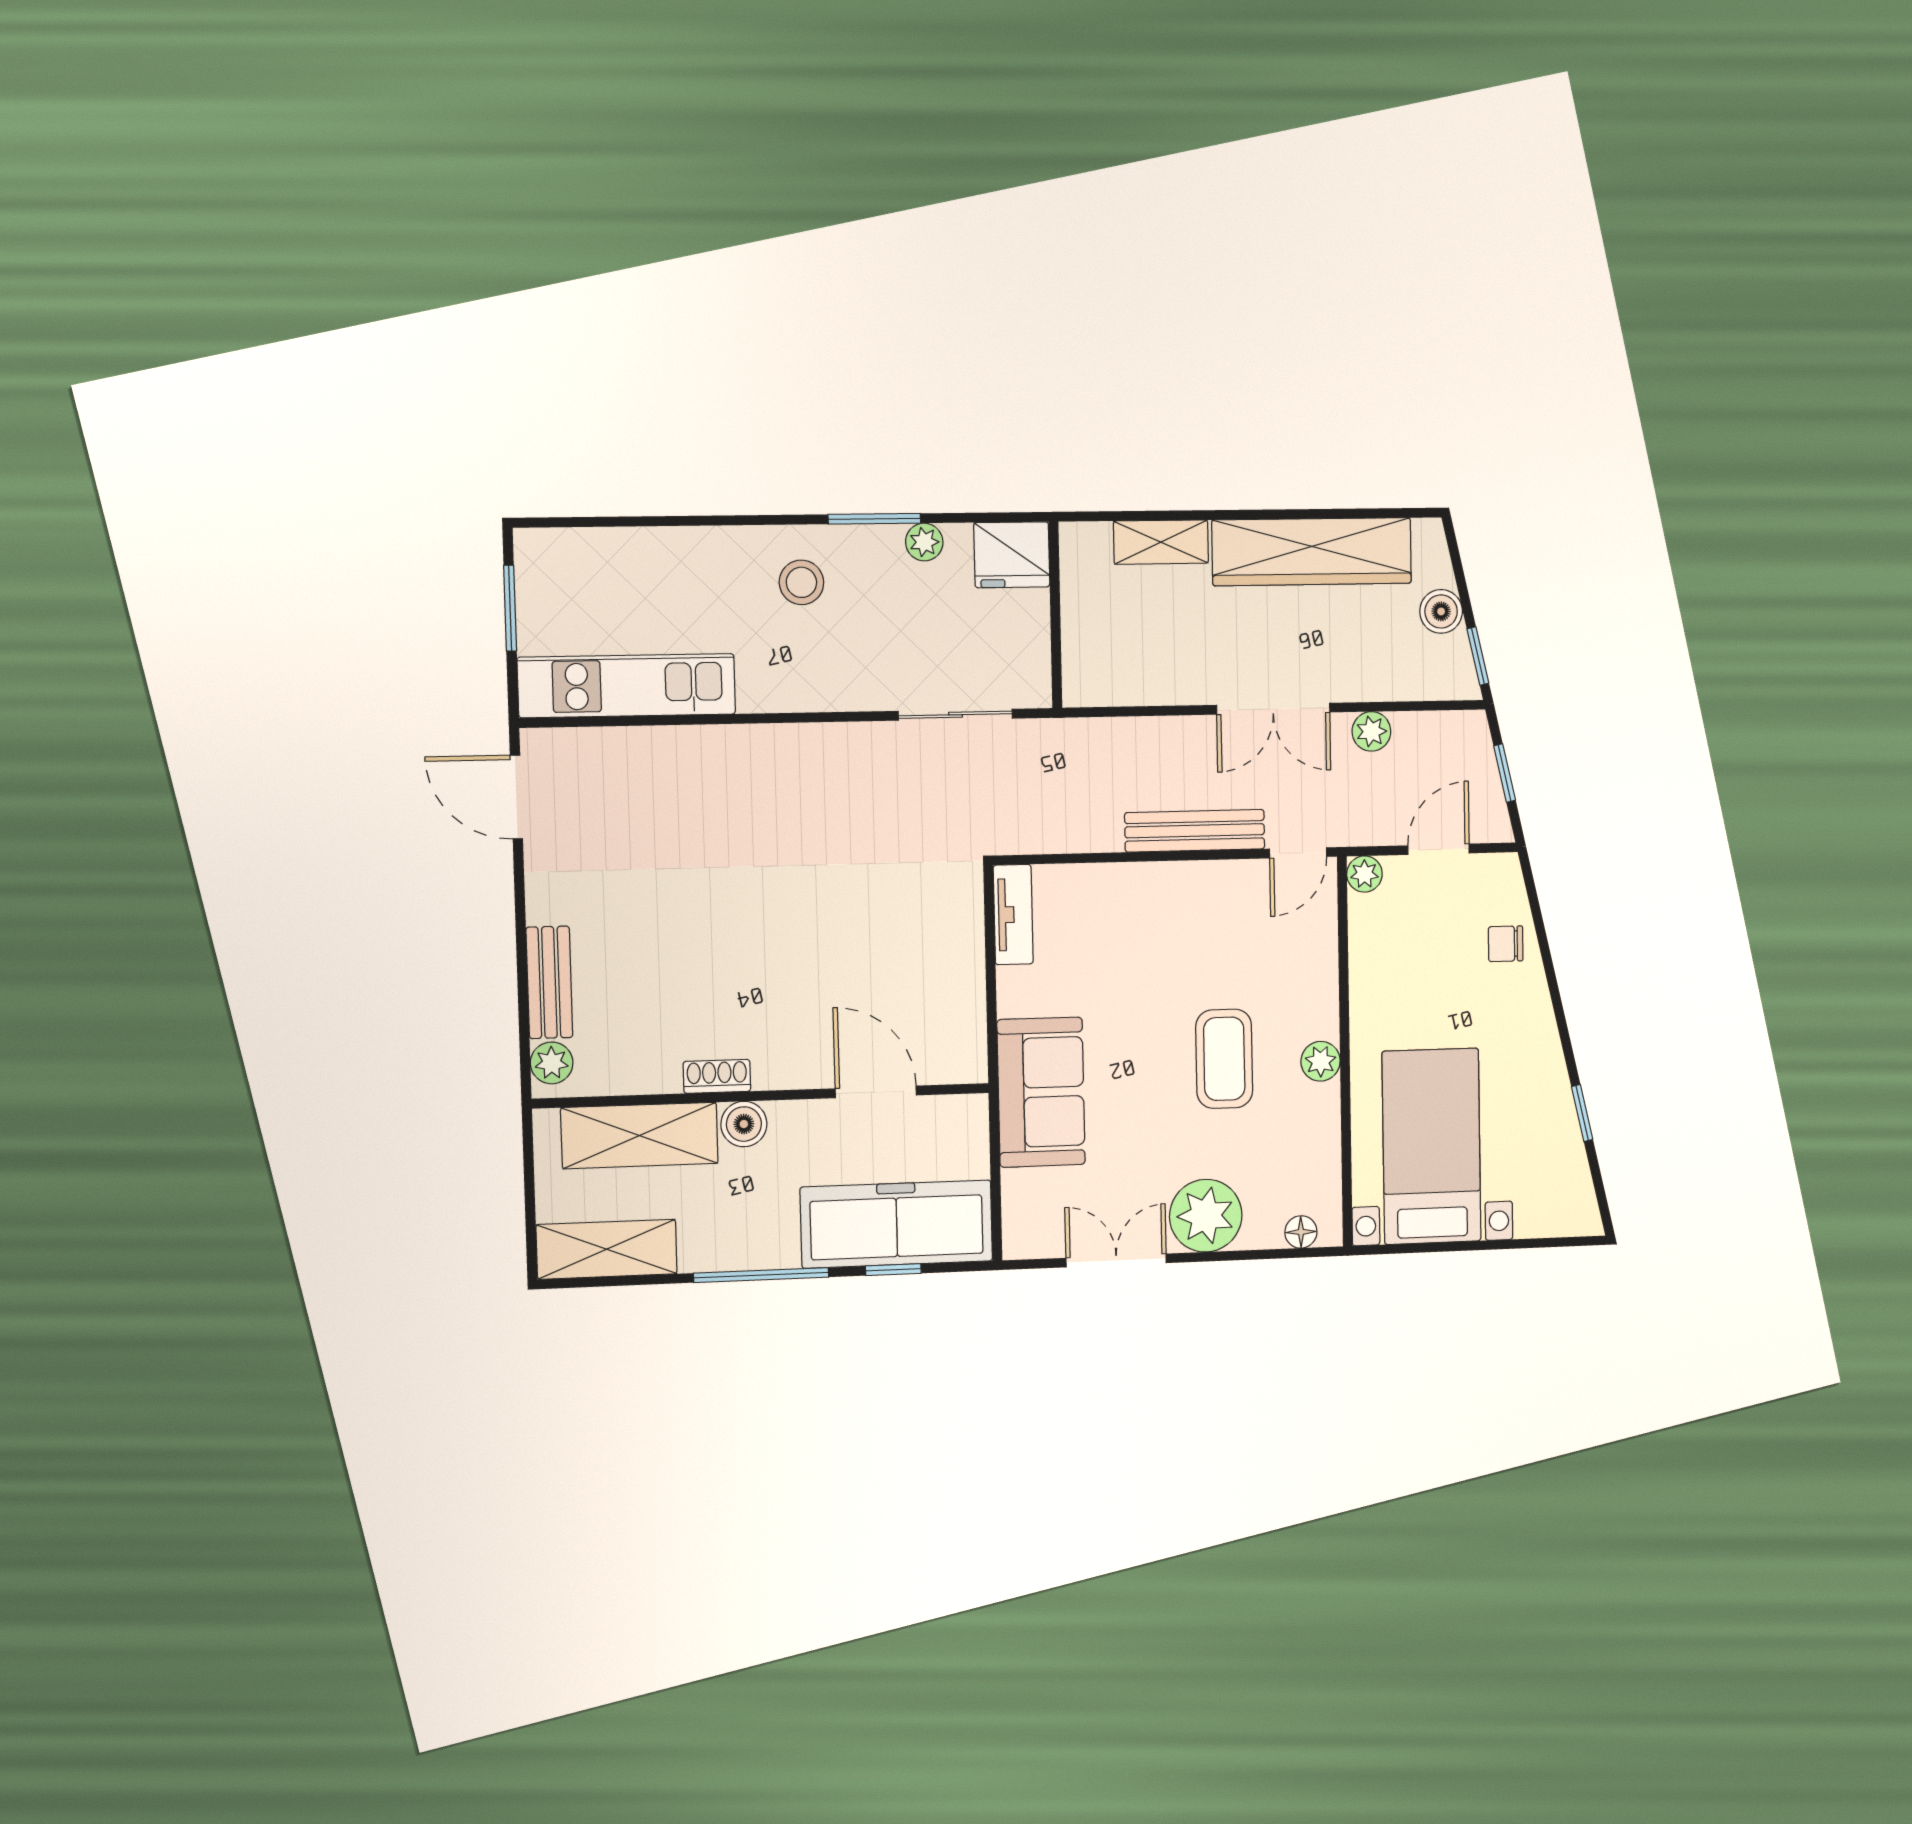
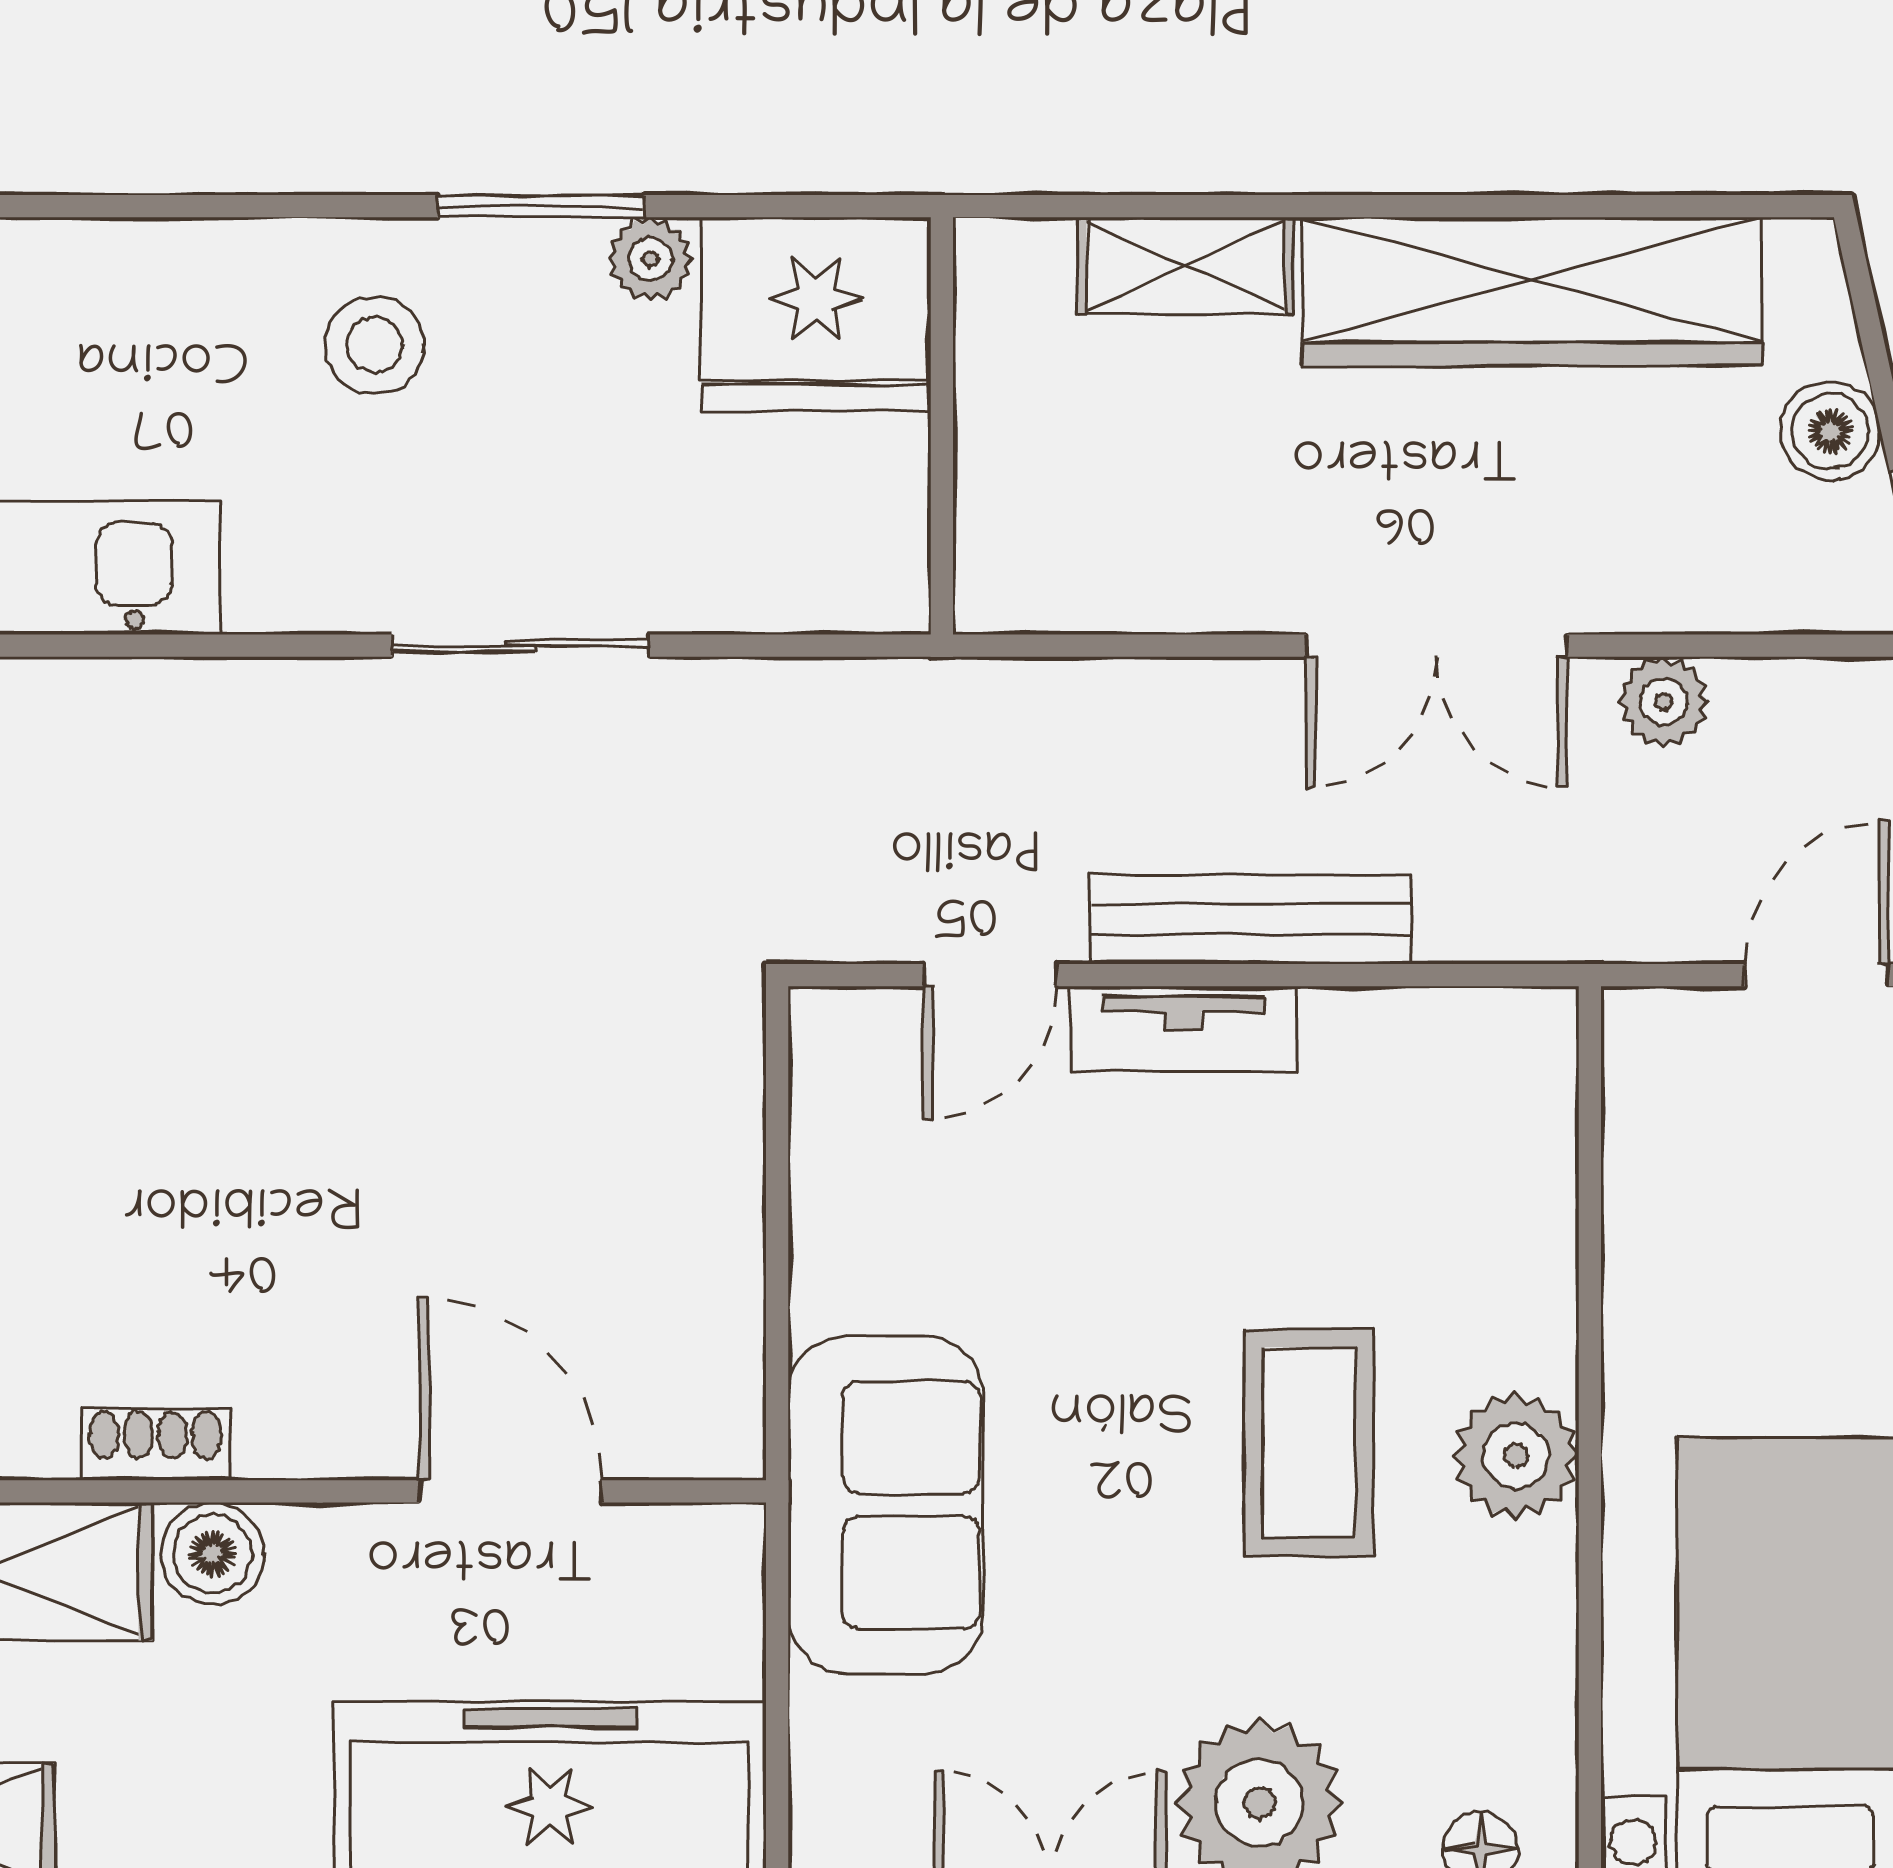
fridge: (1012, 555) -> (816, 314), width x1.36, depth x1.34
sliding door: (955, 715) -> (521, 646), moved
door: (1298, 853) -> (990, 975), moved
plant: (1364, 874) -> (1642, 1028), removed
tv unit: (1013, 915) -> (1183, 1029), moved, turned 90
plant: (1321, 1061) -> (1516, 1456), width x1.38, depth x1.38

